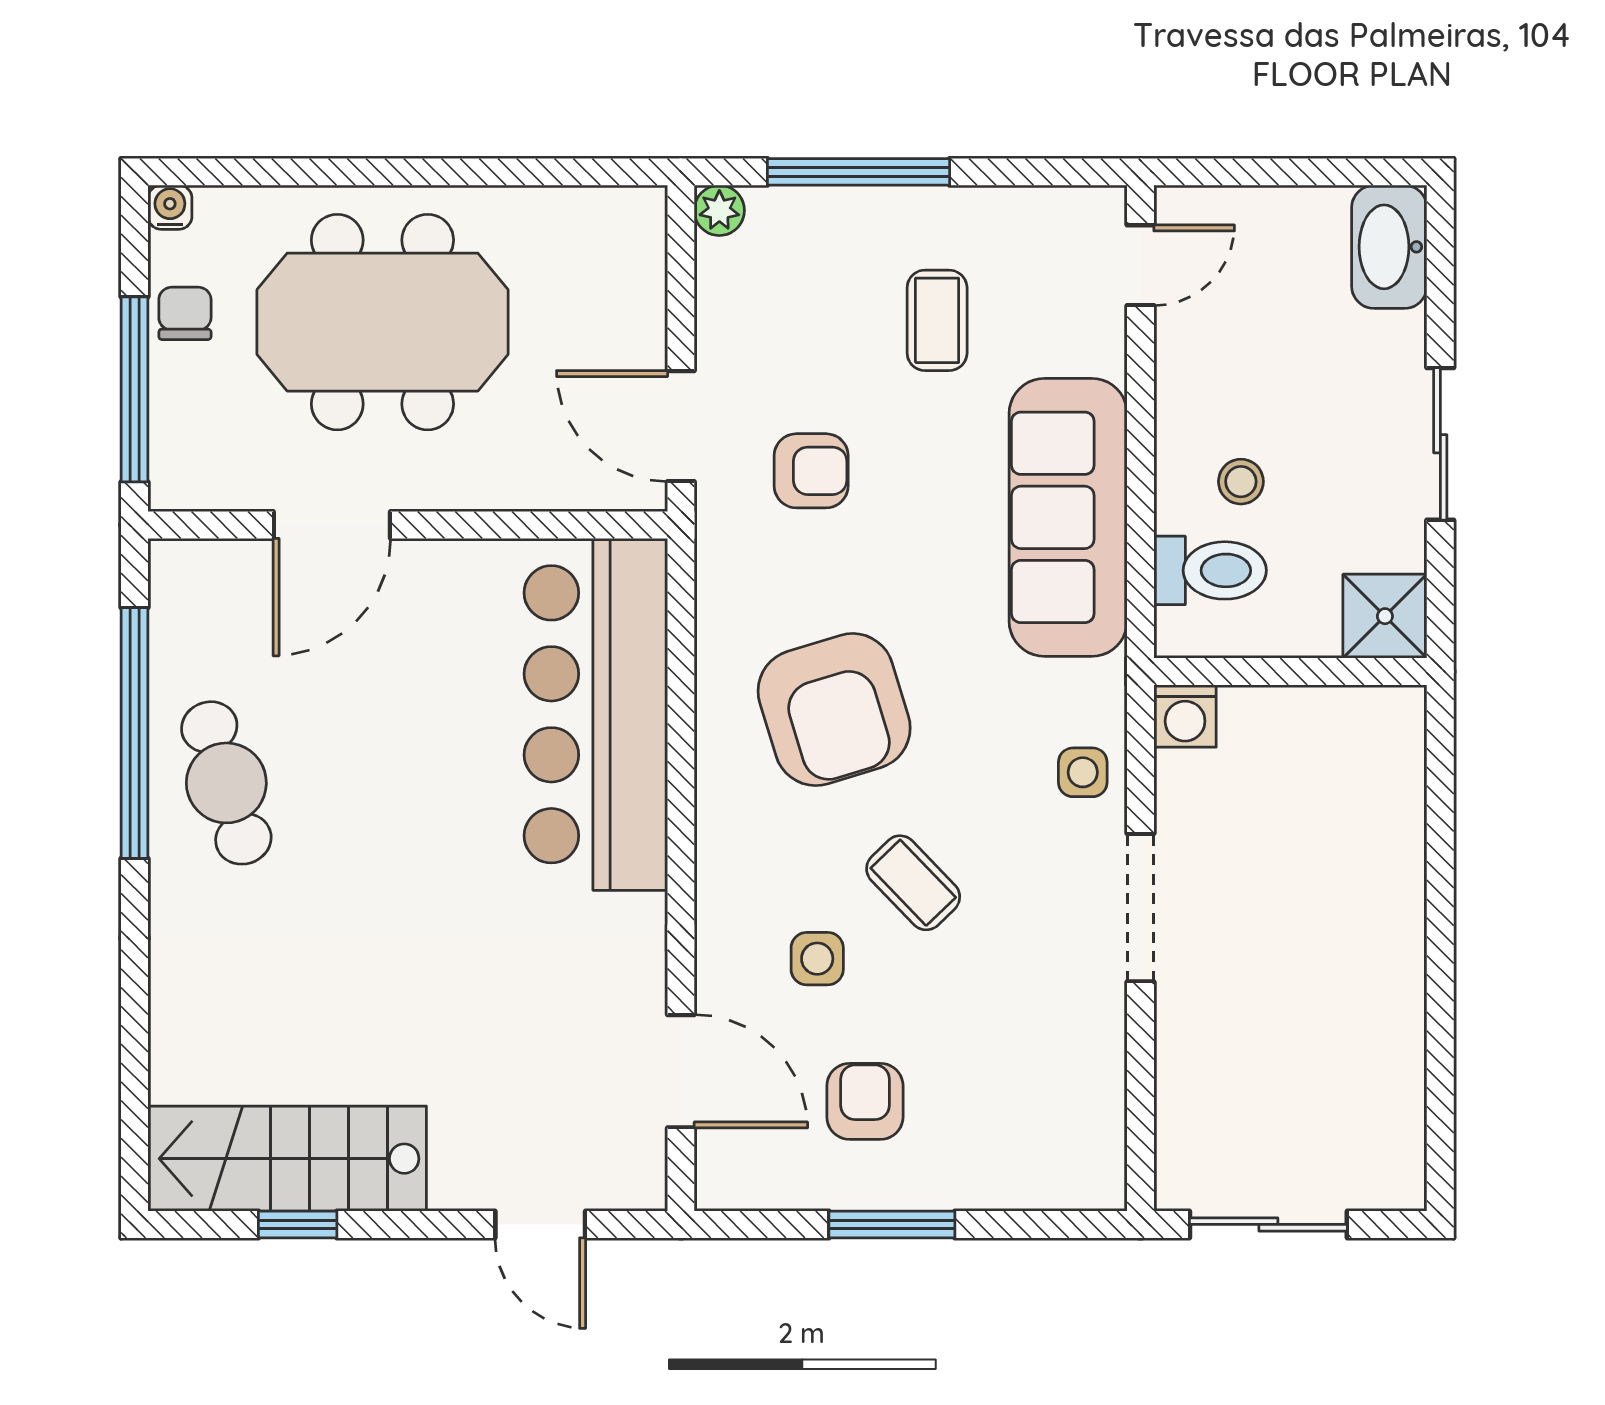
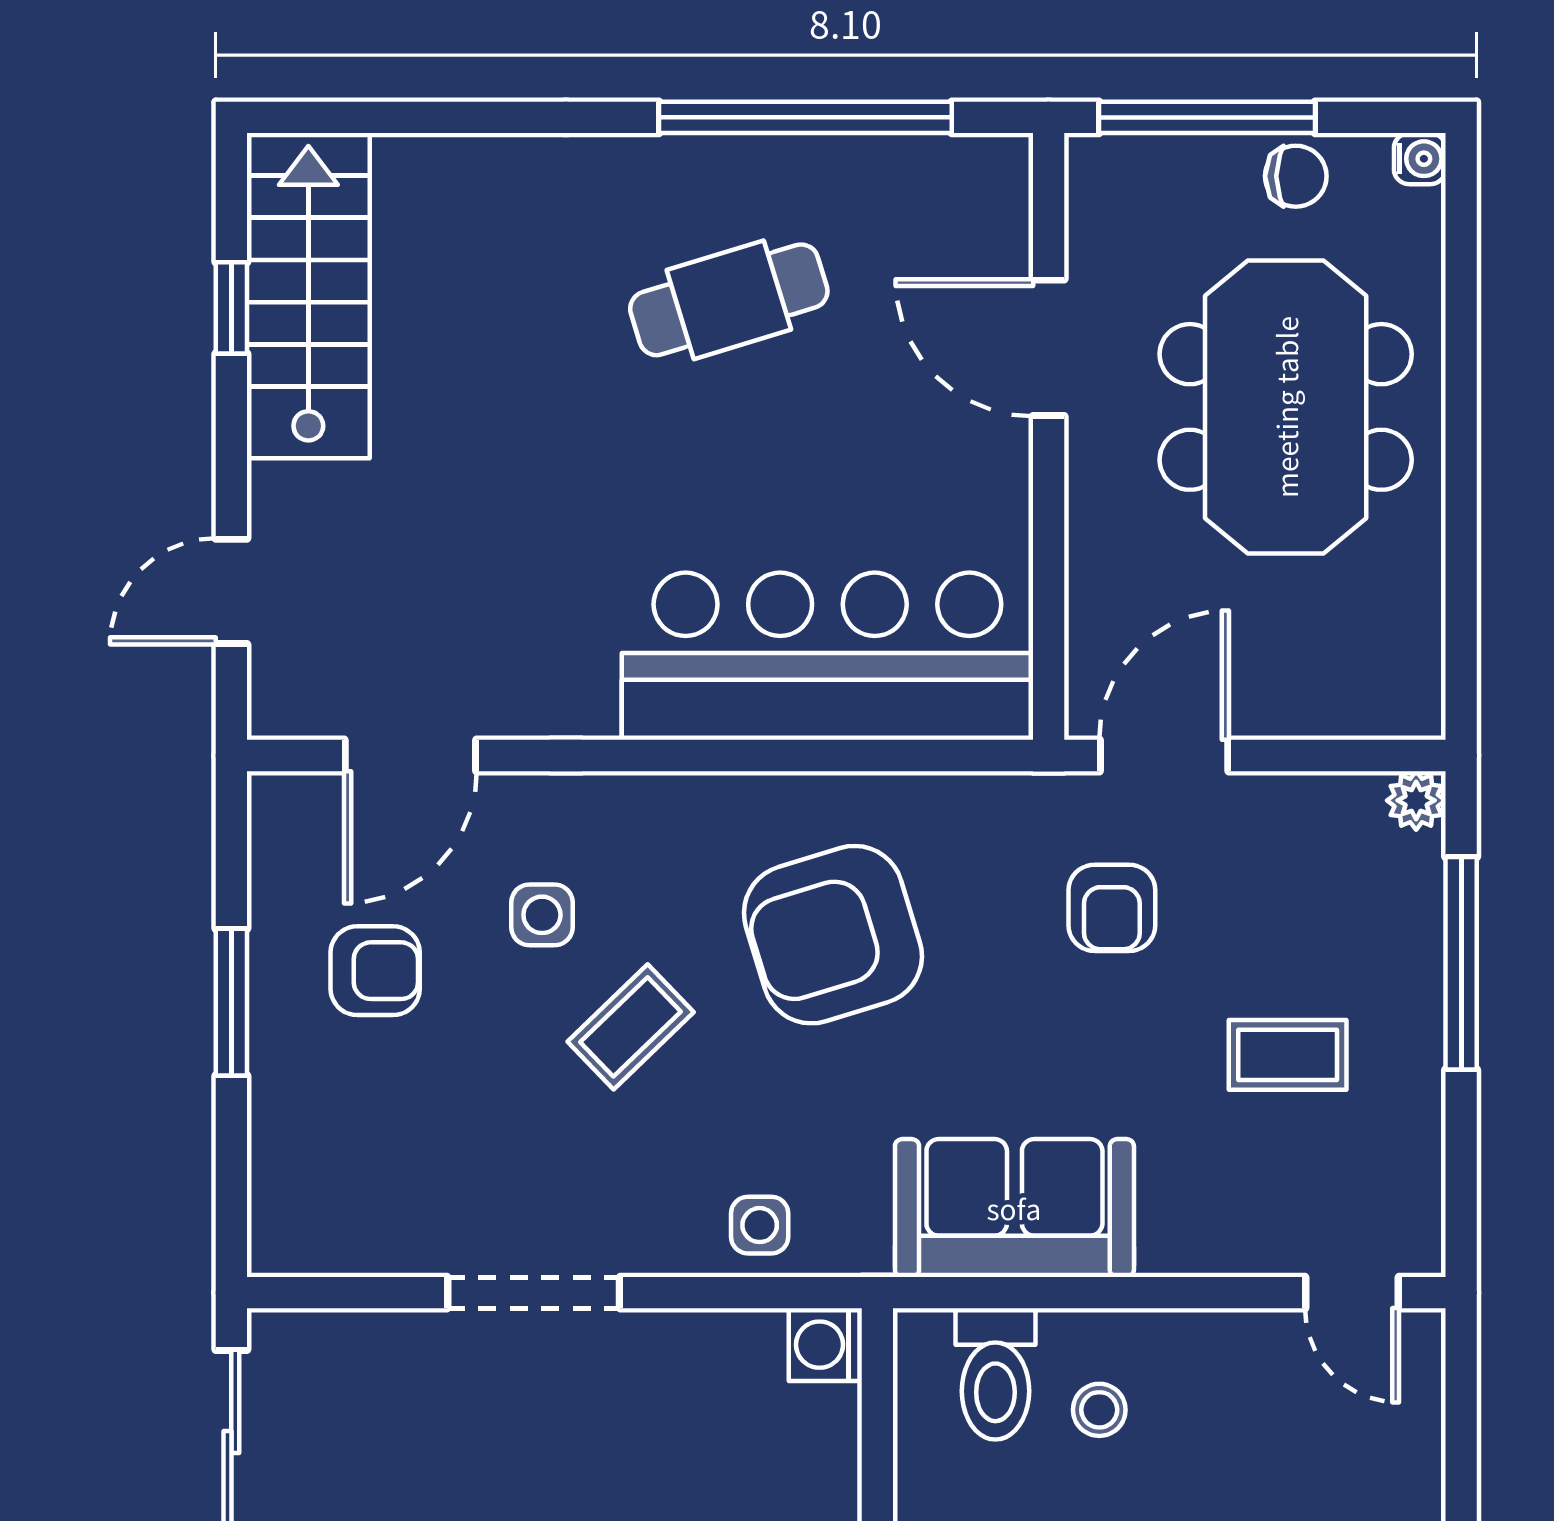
sofa: (1068, 517) -> (1014, 1208), width x0.73
cafe table: (226, 783) -> (729, 300), moved
doorway: (1141, 908) -> (534, 1293), moved

